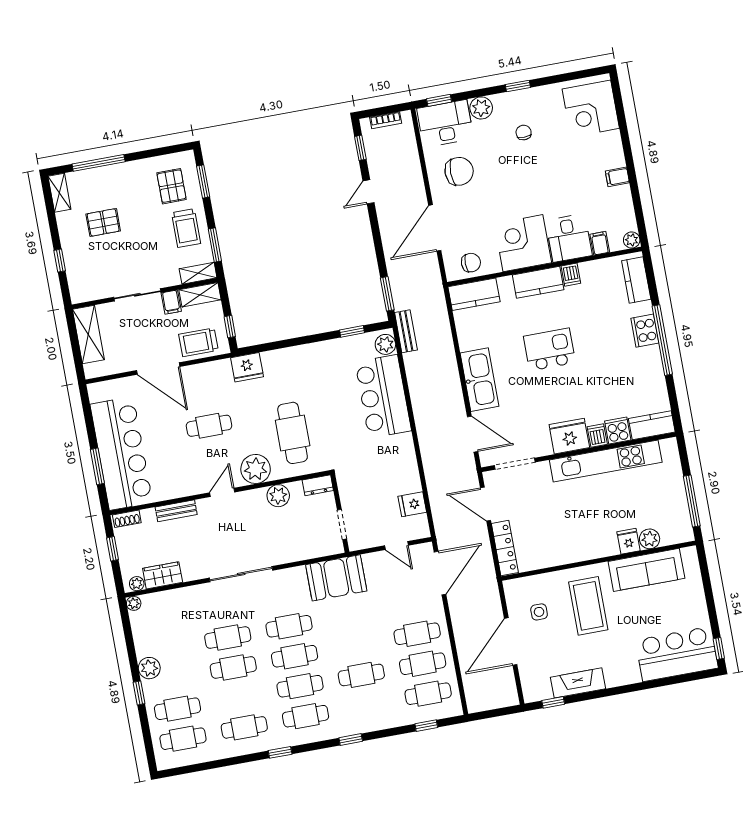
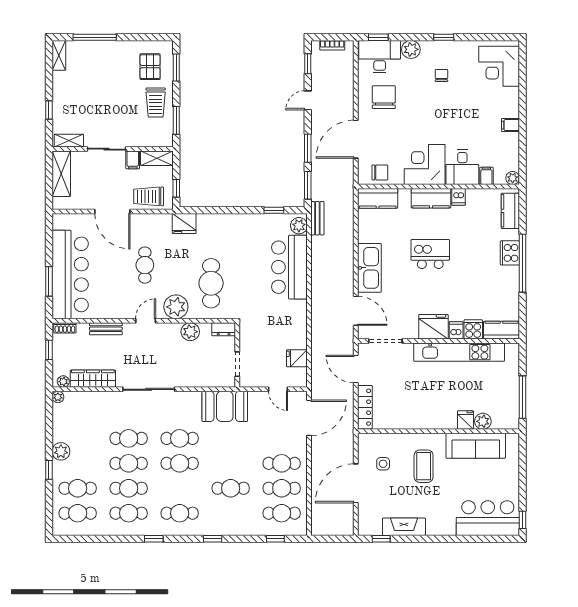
chair: (459, 171) -> (384, 97), turned -90
pallet: (103, 222) -> (90, 86), removed
window: (379, 249) -> (308, 148), added
shelving: (198, 273) -> (69, 141), moved
cafe table: (209, 426) -> (145, 265), turned 90
wardrobe: (163, 575) -> (93, 379), width x1.50
coffee table: (588, 606) -> (424, 466), width x0.73, depth x0.76
cafe table: (300, 686) -> (129, 488), moved

